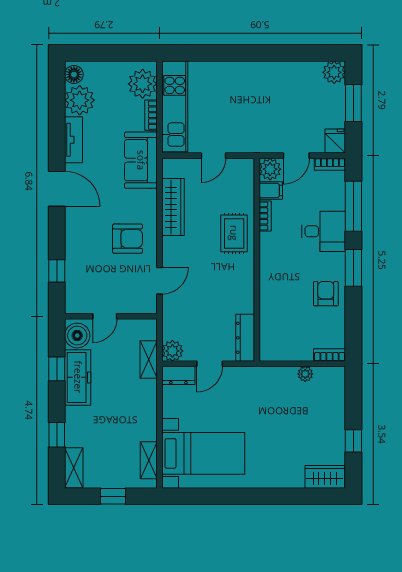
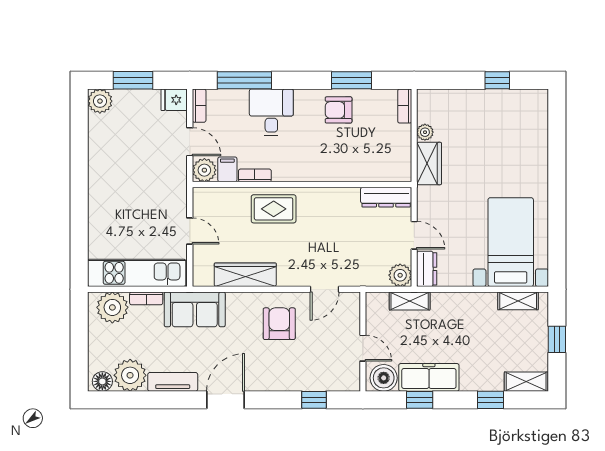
window: (353, 268) -> (351, 80), moved
door: (159, 281) -> (325, 289), swing flipped
wardrobe: (325, 477) -> (429, 163), moved, turned 180

